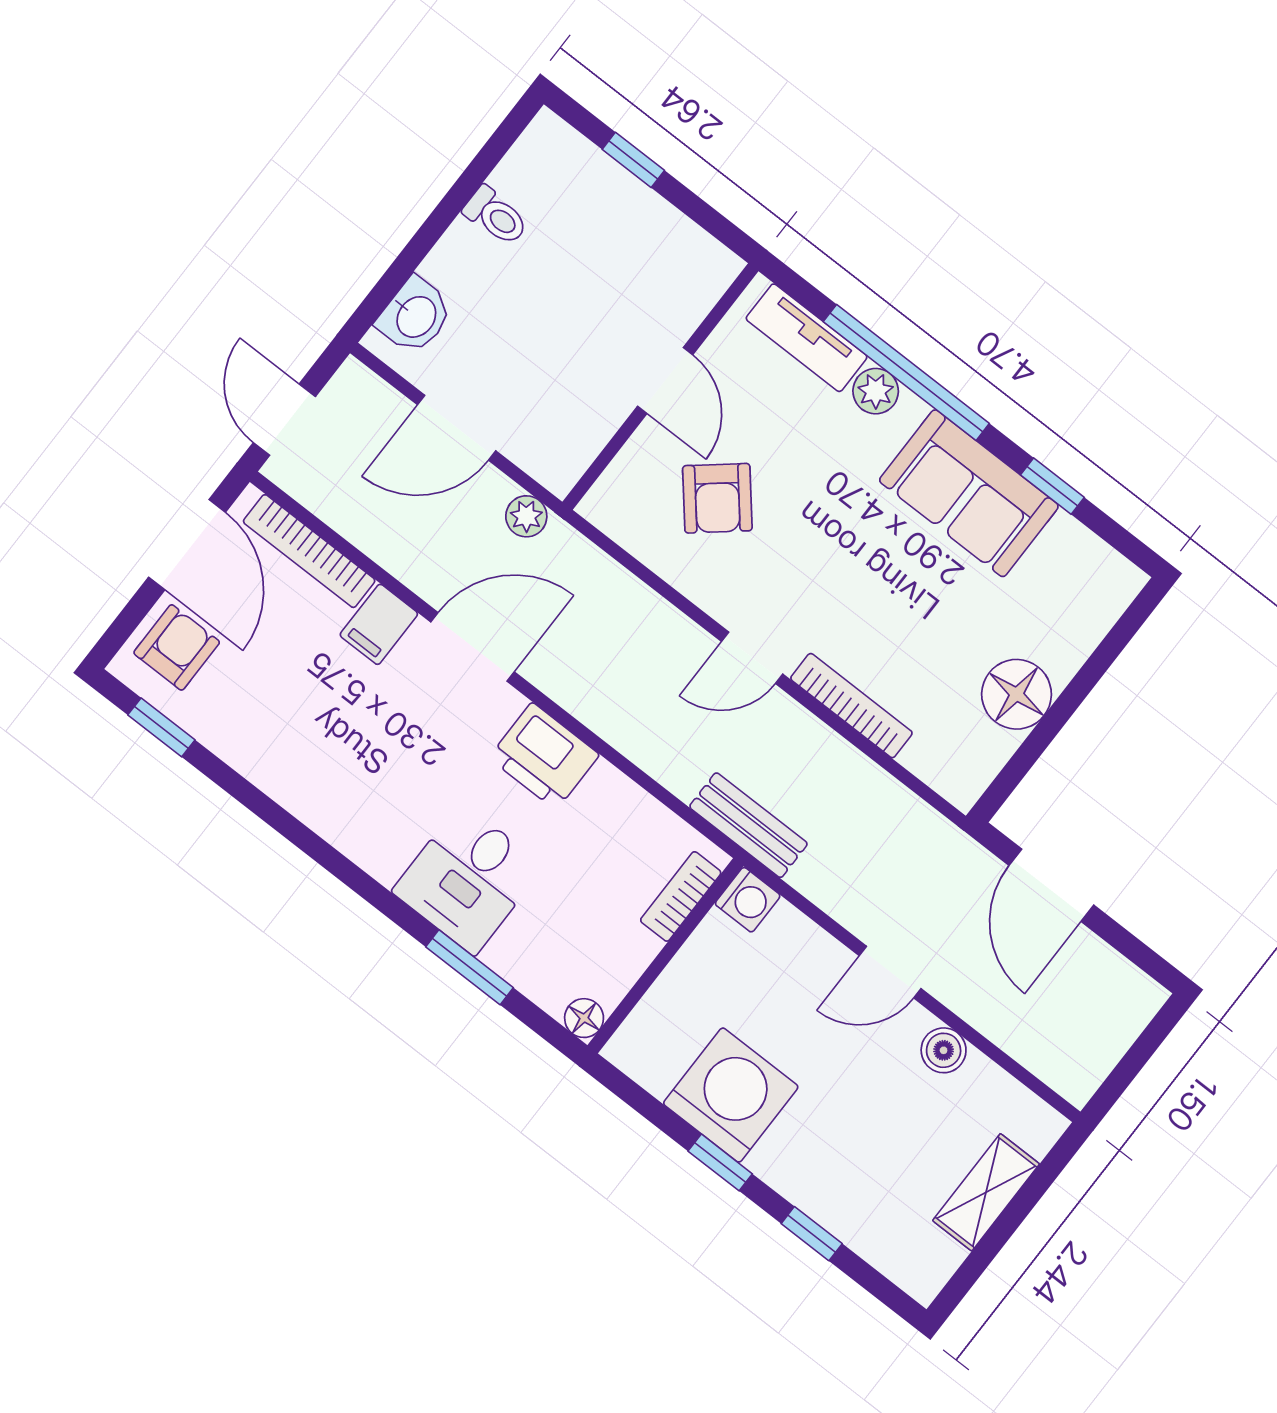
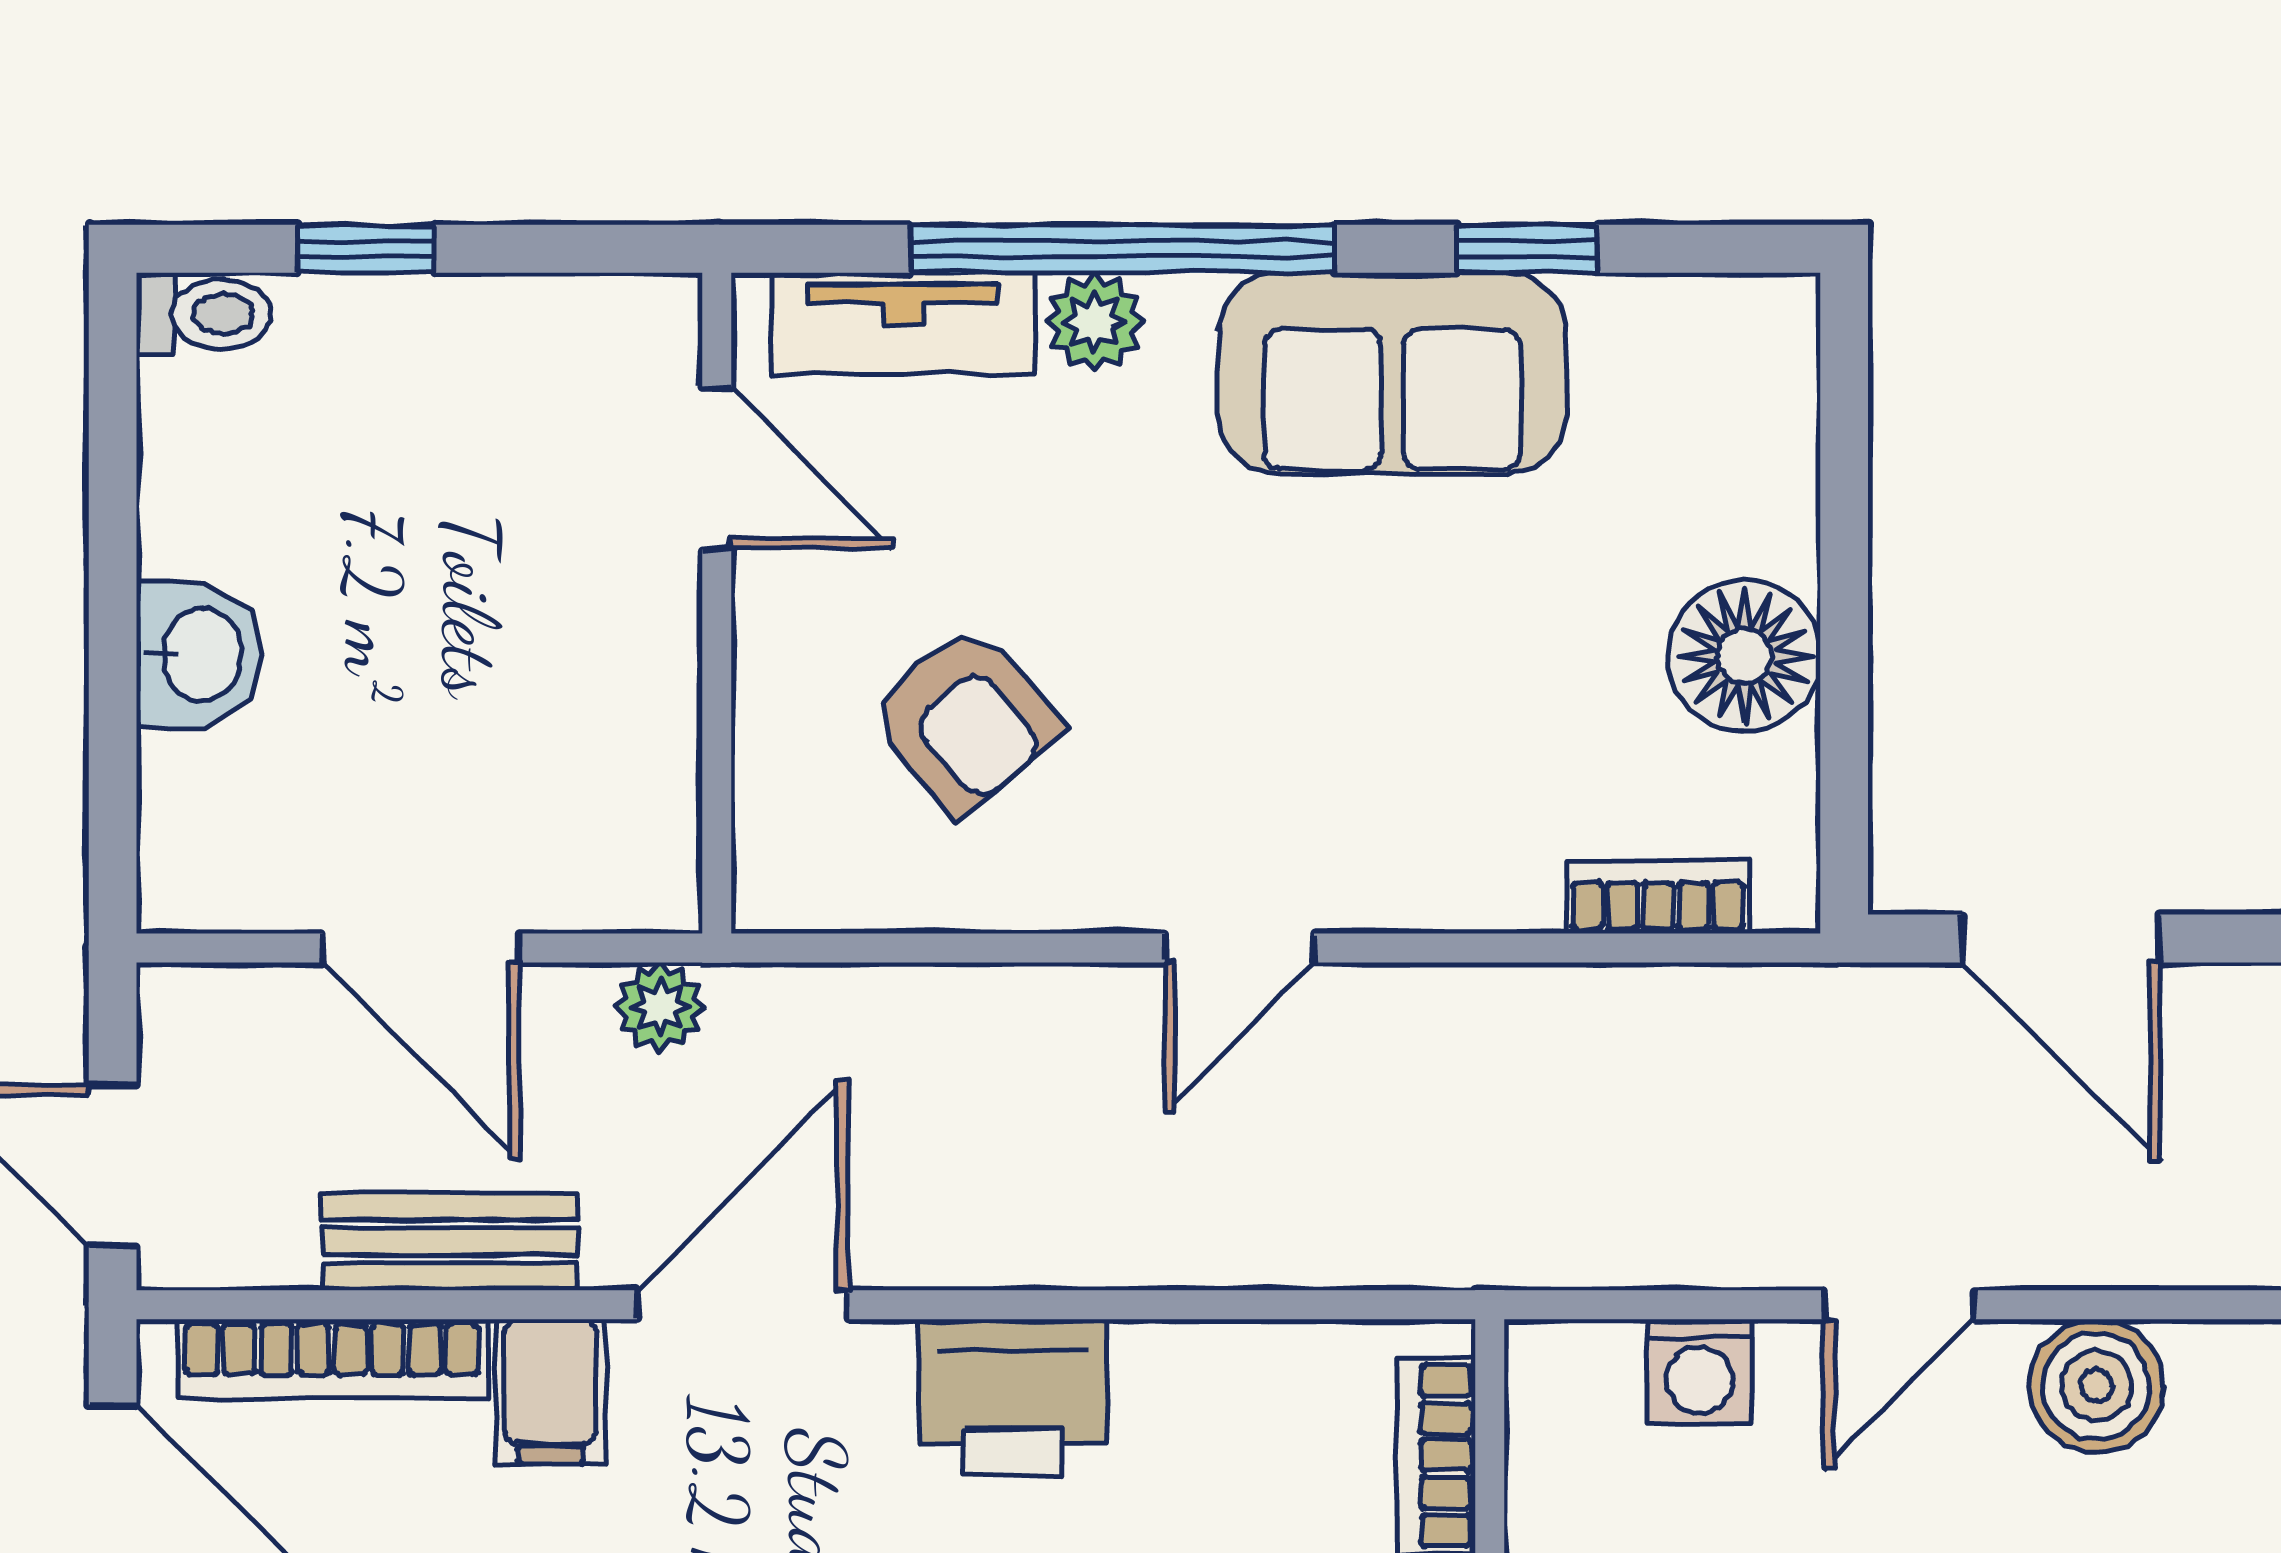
toilet: (496, 216) -> (204, 314), moved
washbasin: (415, 316) -> (199, 655), moved
door: (665, 380) -> (717, 468), moved
door: (457, 428) -> (421, 948), hinge flipped
bookcase: (851, 706) -> (1658, 897), moved, width x0.64
bench: (748, 825) -> (450, 1242), moved
washing machine: (748, 900) -> (1699, 1371), moved, turned 90
boiler: (944, 1050) -> (2097, 1386), width x1.36, depth x1.36

